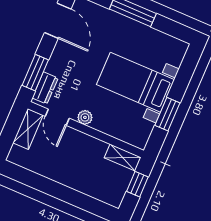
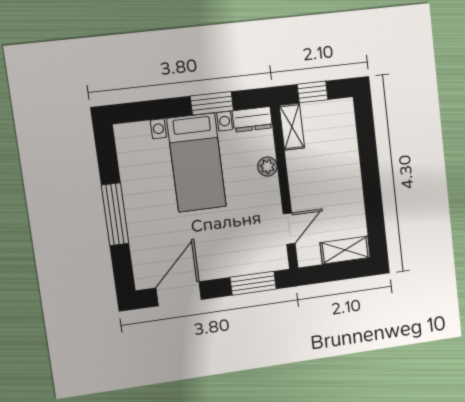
dresser: (45, 88) -> (252, 119), moved, turned 180
plant: (85, 117) -> (267, 167), moved
shelving: (28, 129) -> (345, 250), moved

